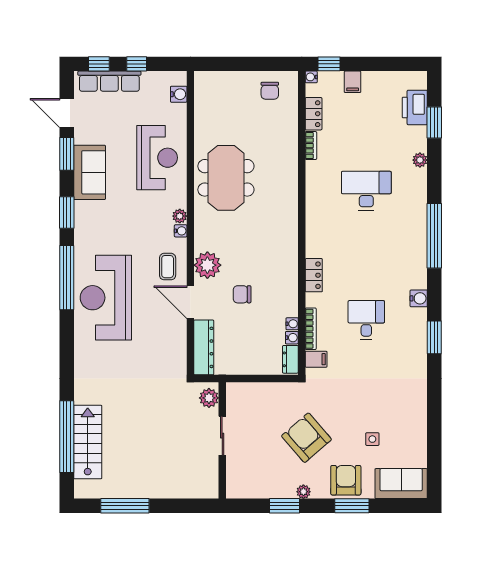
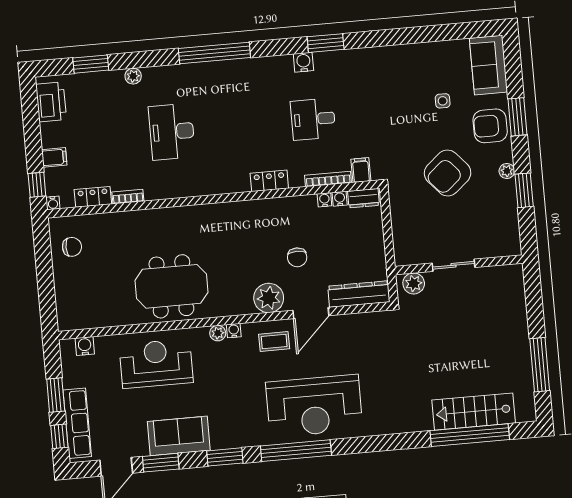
window: (137, 64) -> (56, 395), width x1.50
printer: (415, 107) -> (51, 102), moved, turned -90
water cooler: (419, 298) -> (303, 62), moved

